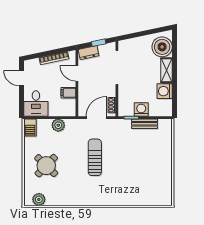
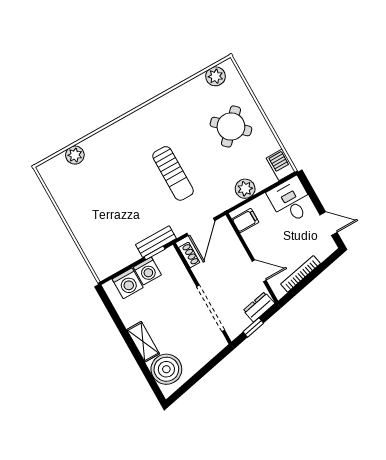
washing machine: (165, 91) -> (128, 283), moved, turned 90
filing cabinet: (68, 93) -> (245, 221), moved
bench: (145, 124) -> (156, 242), moved
plant: (145, 200) -> (75, 155), added

